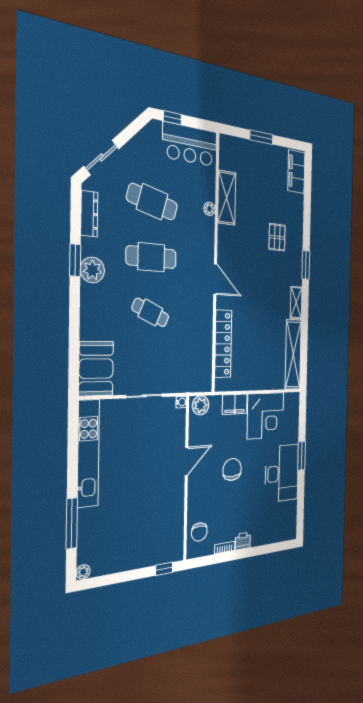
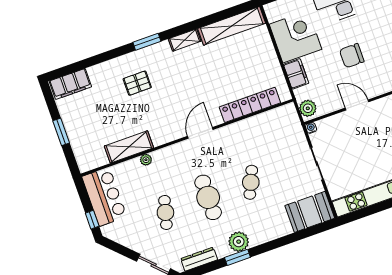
cafe table: (152, 202) -> (165, 212), width x0.73, depth x0.74

